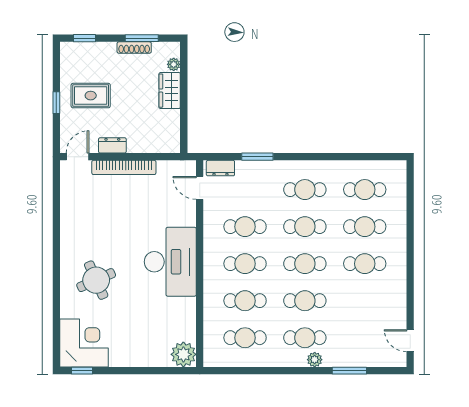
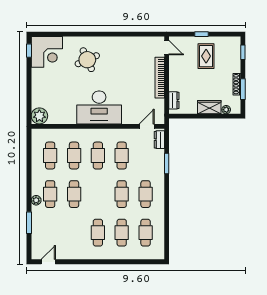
dresser: (112, 145) -> (174, 100), moved
cafe table: (305, 264) -> (98, 194), removed

